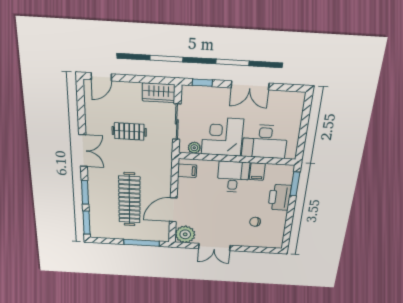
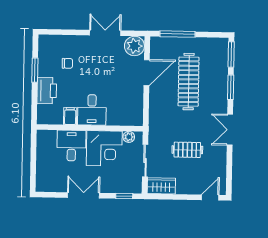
desk: (265, 142) -> (71, 146), width x0.73
filing cabinet: (187, 171) -> (135, 114), removed
window: (295, 184) -> (35, 70), moved

